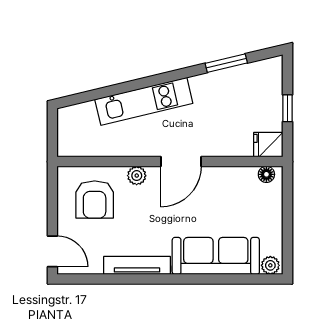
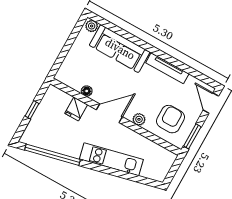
window: (226, 63) -> (53, 155), width x2.11
fridge: (268, 145) -> (76, 109), moved, turned 90
floor lamp: (266, 174) -> (87, 91), moved
window: (52, 193) -> (192, 136), added

